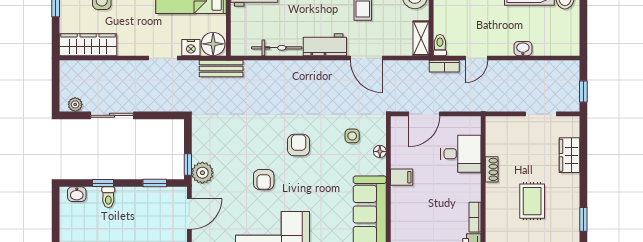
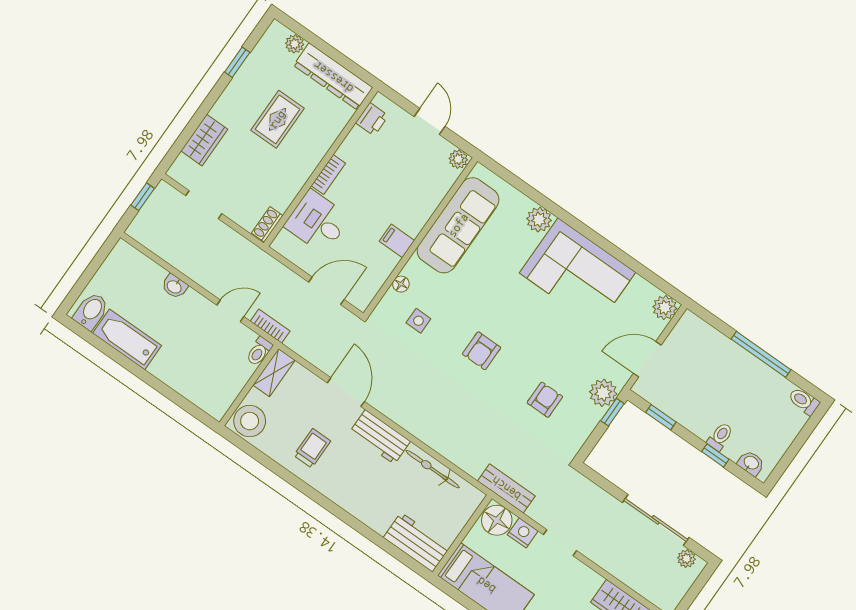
sliding door: (112, 115) -> (656, 520), width x1.37
shoe rack: (492, 169) -> (267, 224), moved
armchair: (264, 180) -> (545, 400), moved
bookcase: (475, 217) -> (328, 175), moved

